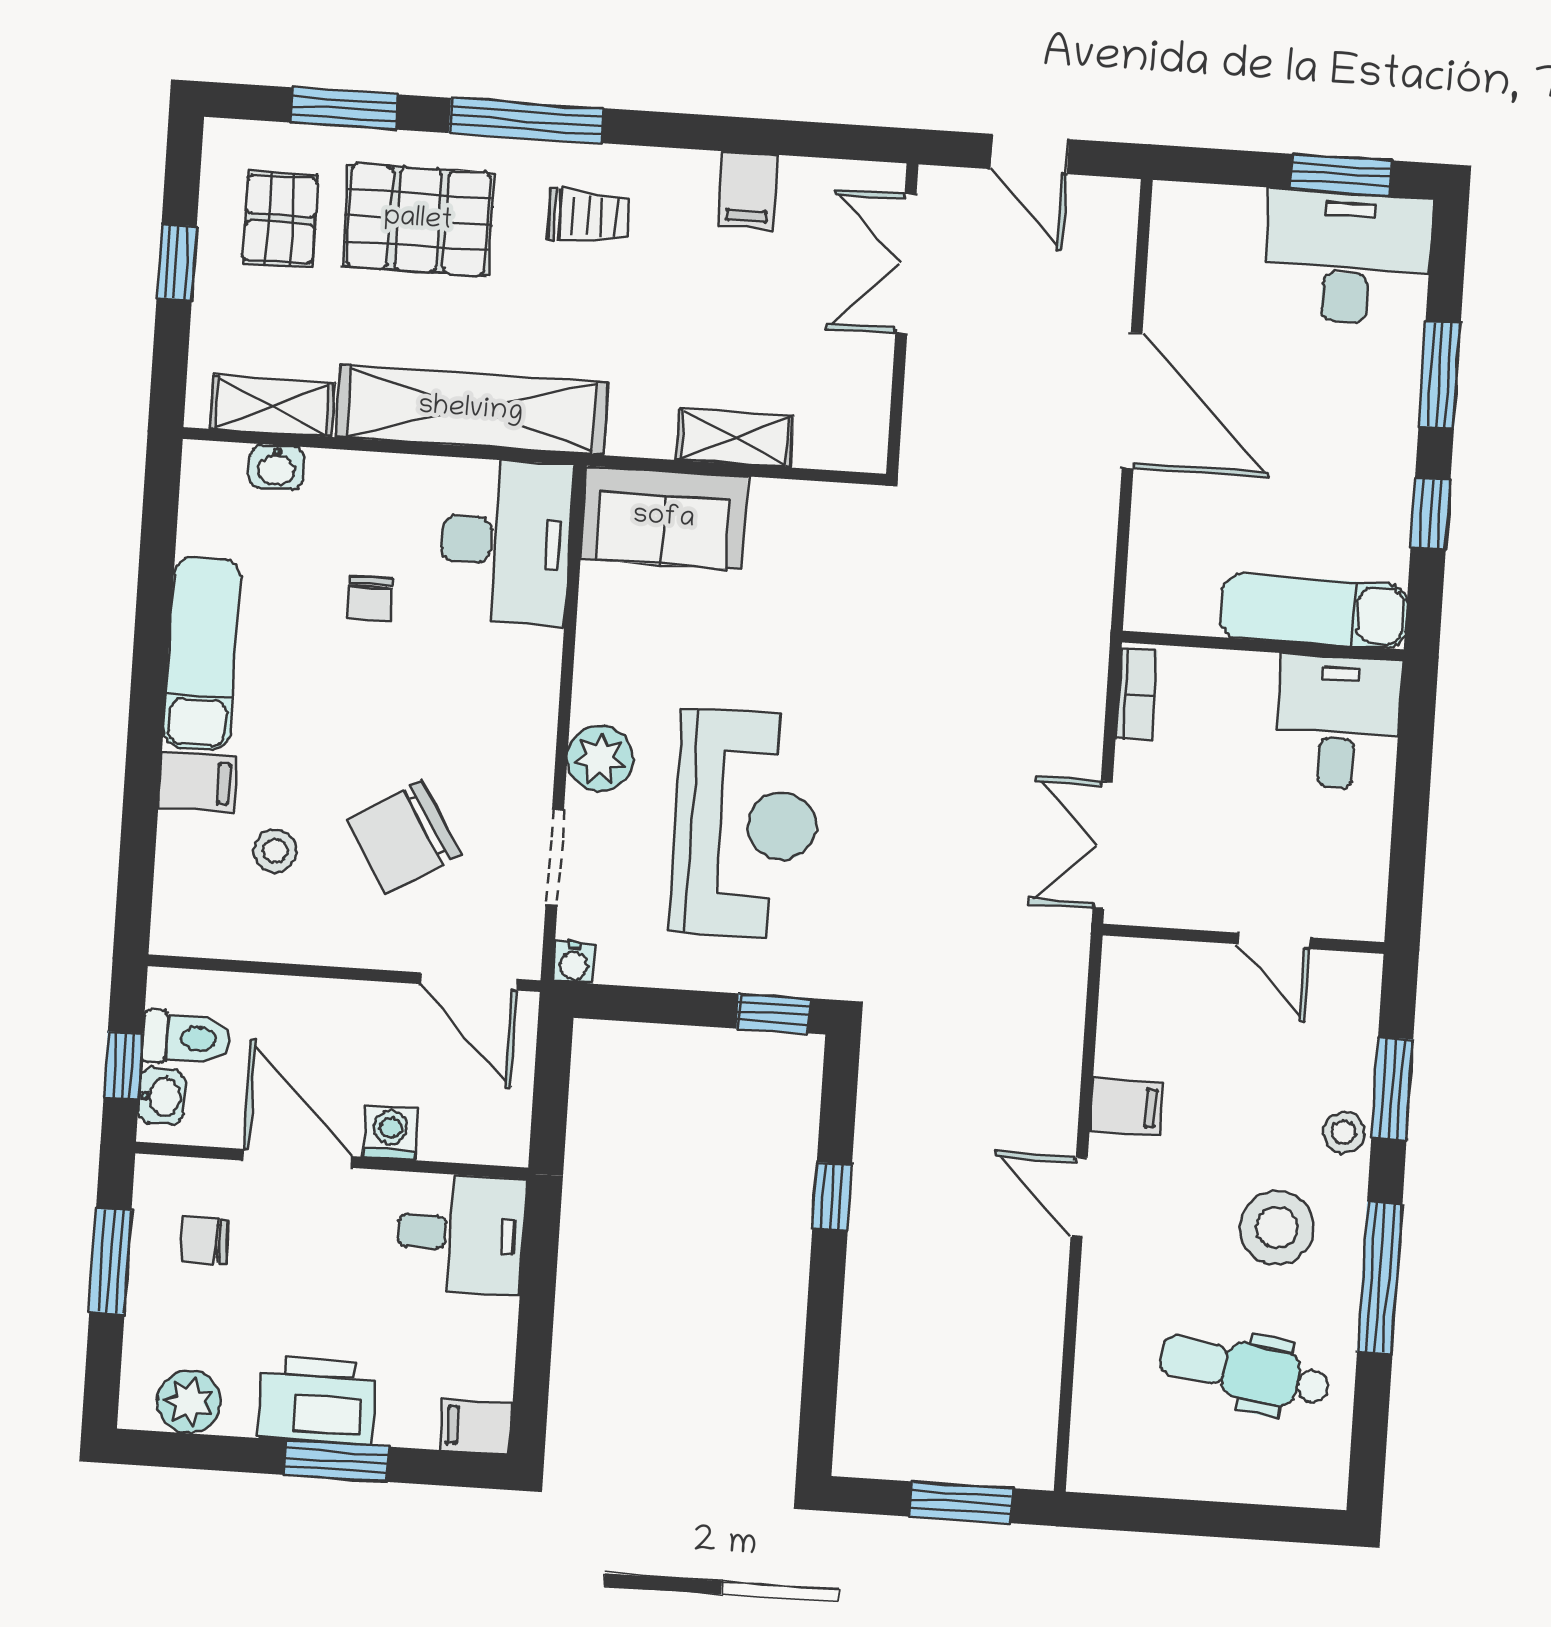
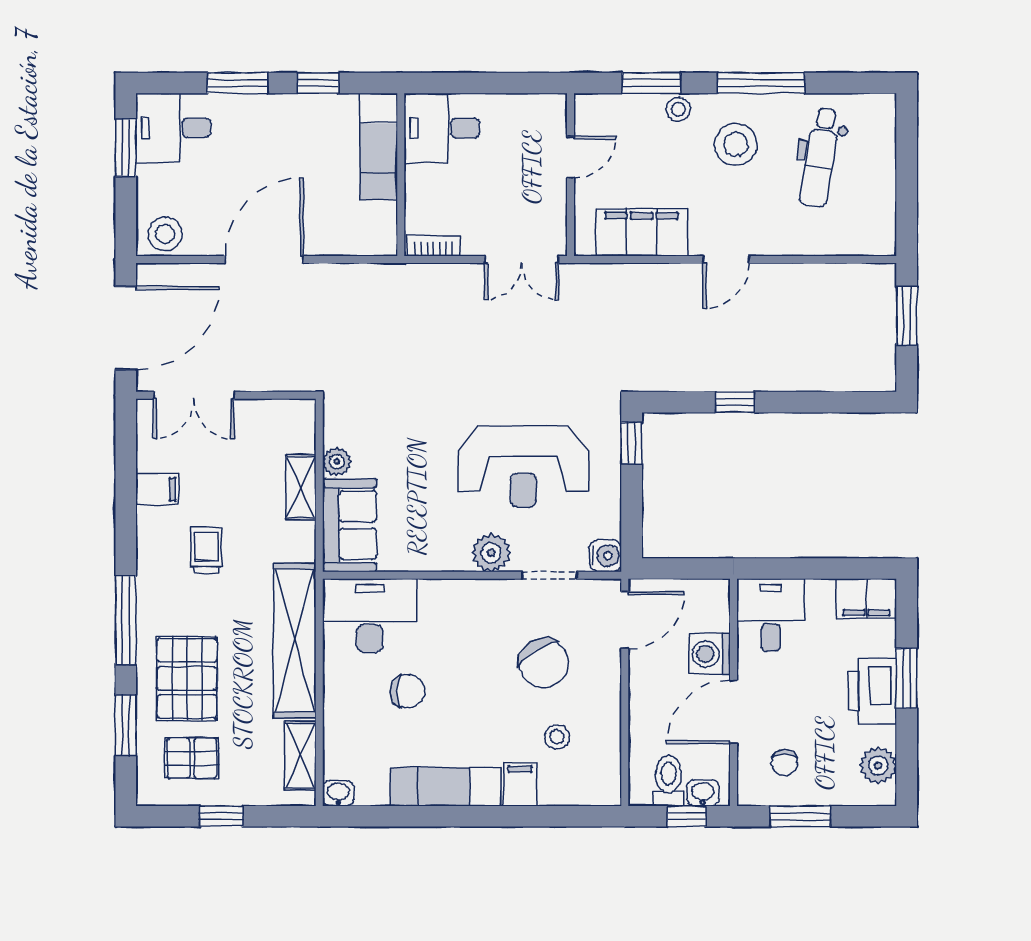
door: (1030, 154) -> (126, 328), width x1.87
trolley: (589, 216) -> (206, 550), moved
stool: (1188, 232) -> (165, 234), added
desk: (1347, 258) -> (173, 128), width x0.73
washbasin: (276, 467) -> (338, 793), moved, turned -90
plant: (775, 503) -> (337, 462), added
chair: (371, 598) -> (408, 691), width x1.37, depth x1.37
reception desk: (745, 824) -> (523, 467), turned 180
water cooler: (574, 962) -> (605, 556), width x1.38, depth x1.38
filing cabinet: (1126, 1107) -> (641, 232), width x3.00, depth x1.17
washing machine: (390, 1133) -> (709, 654), width x1.38, depth x1.38
filing cabinet: (476, 1426) -> (866, 599), width x2.00

